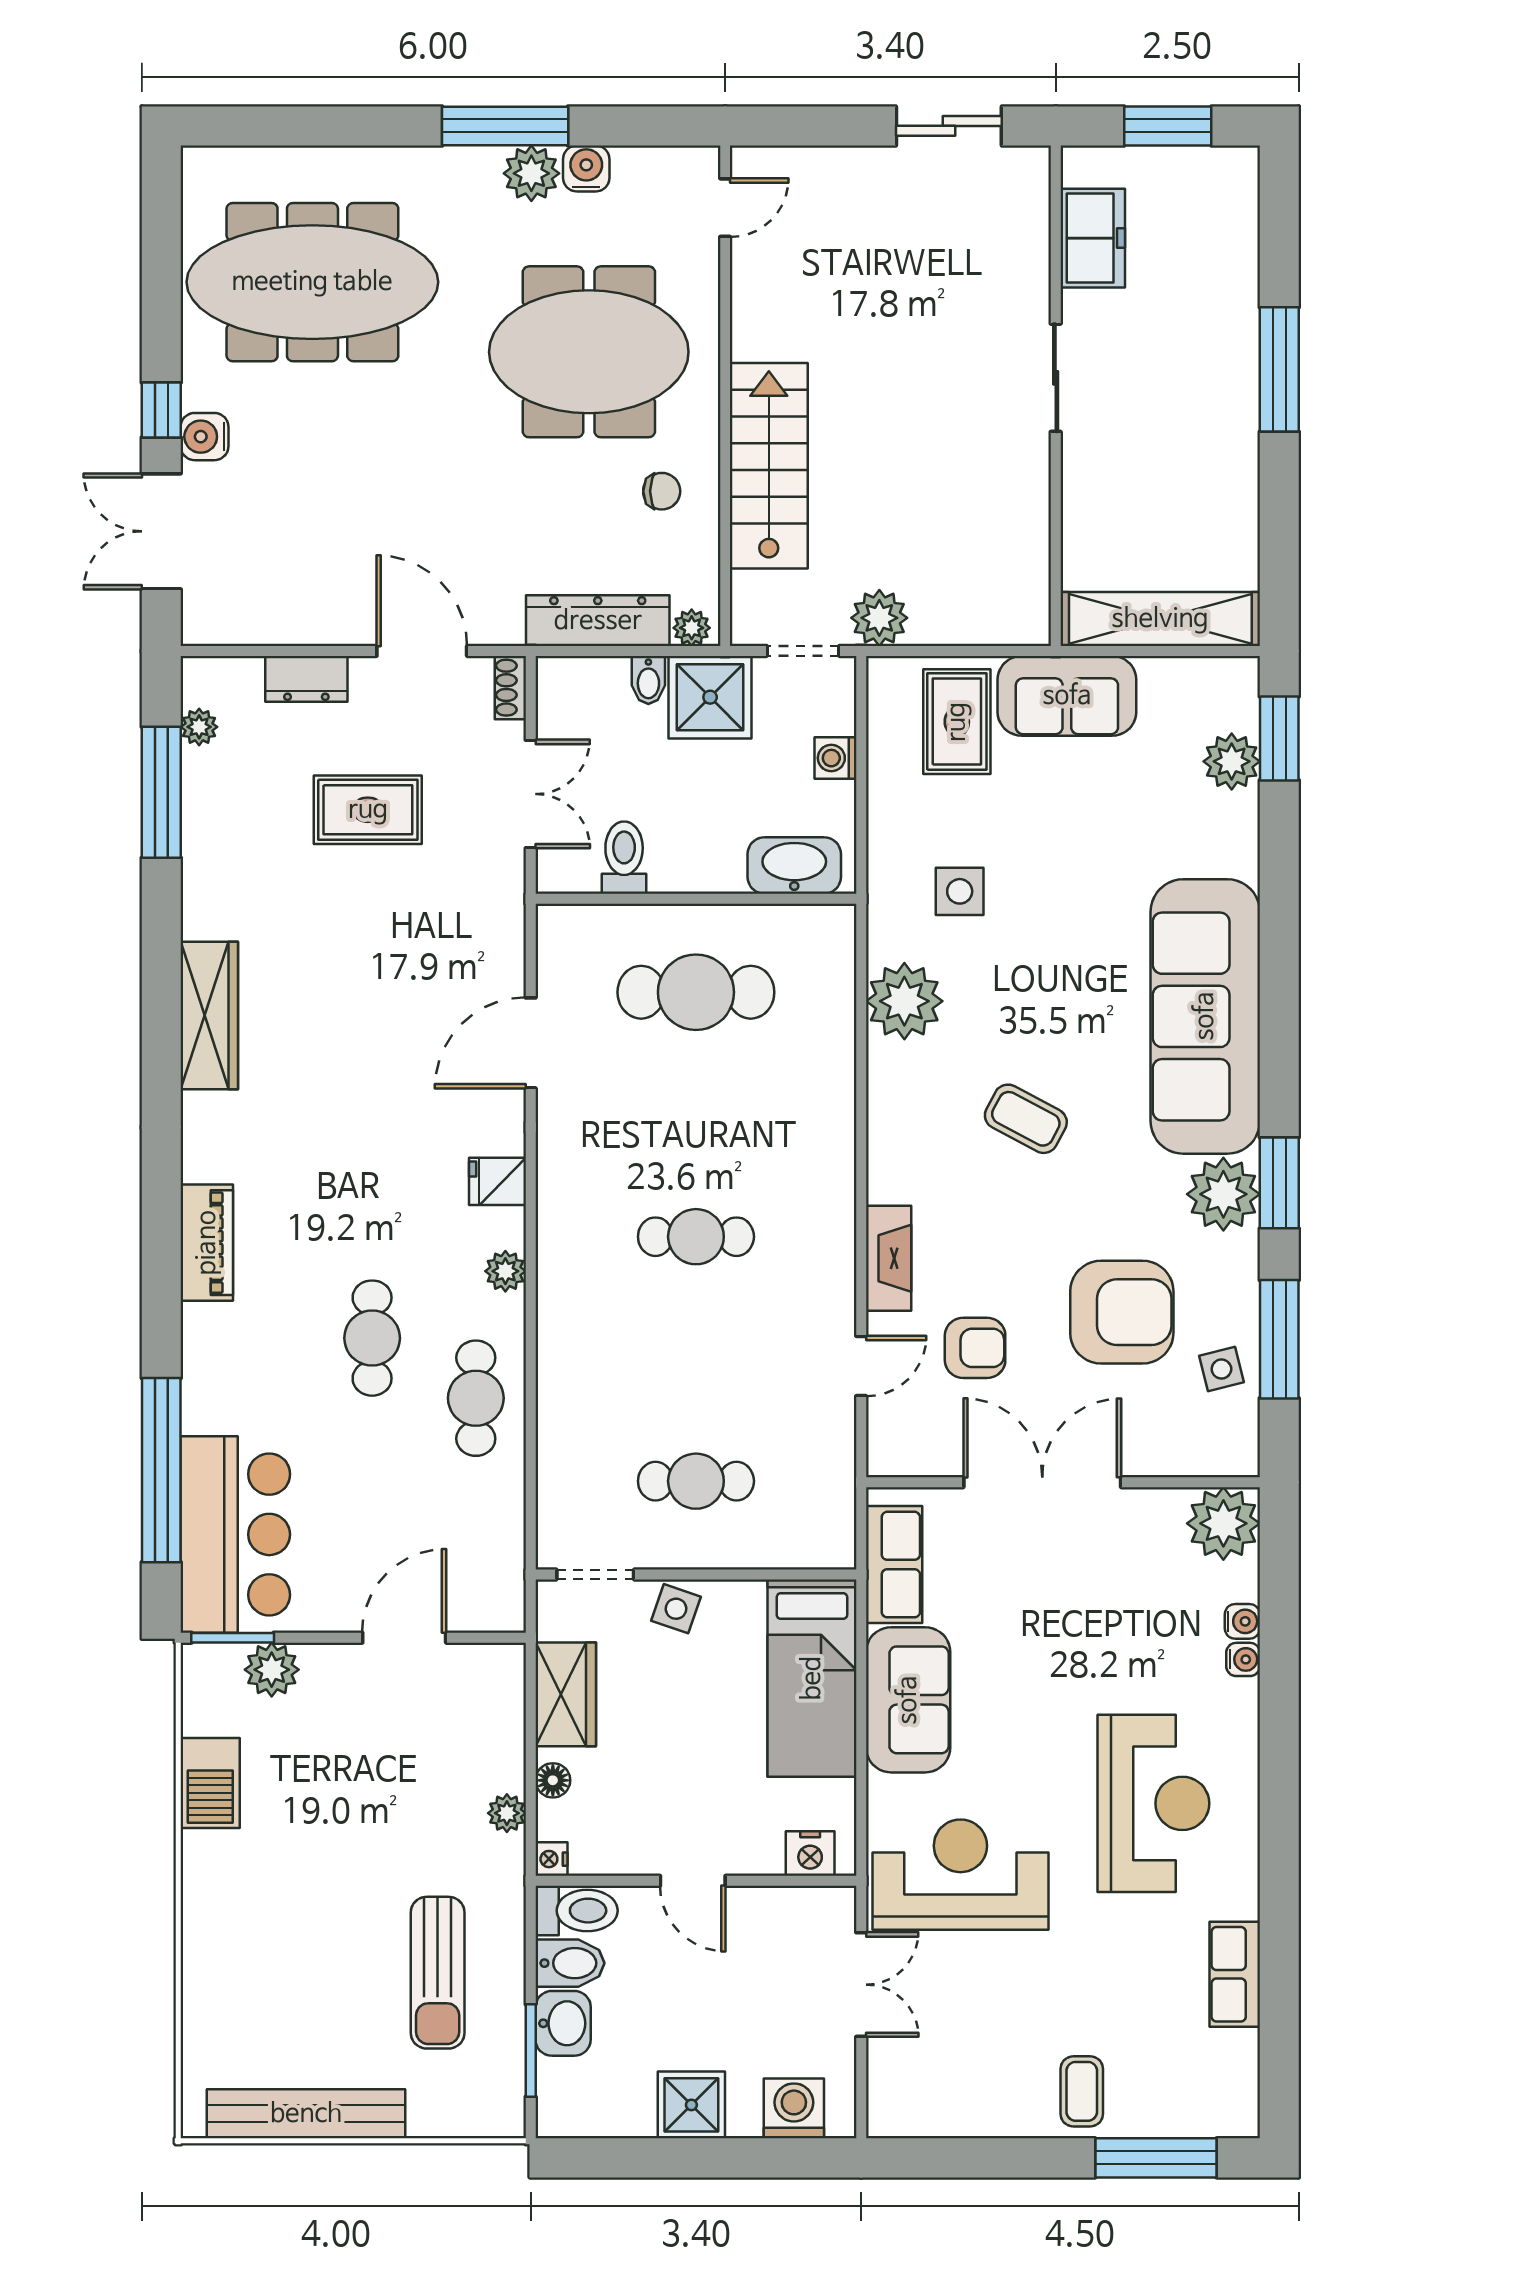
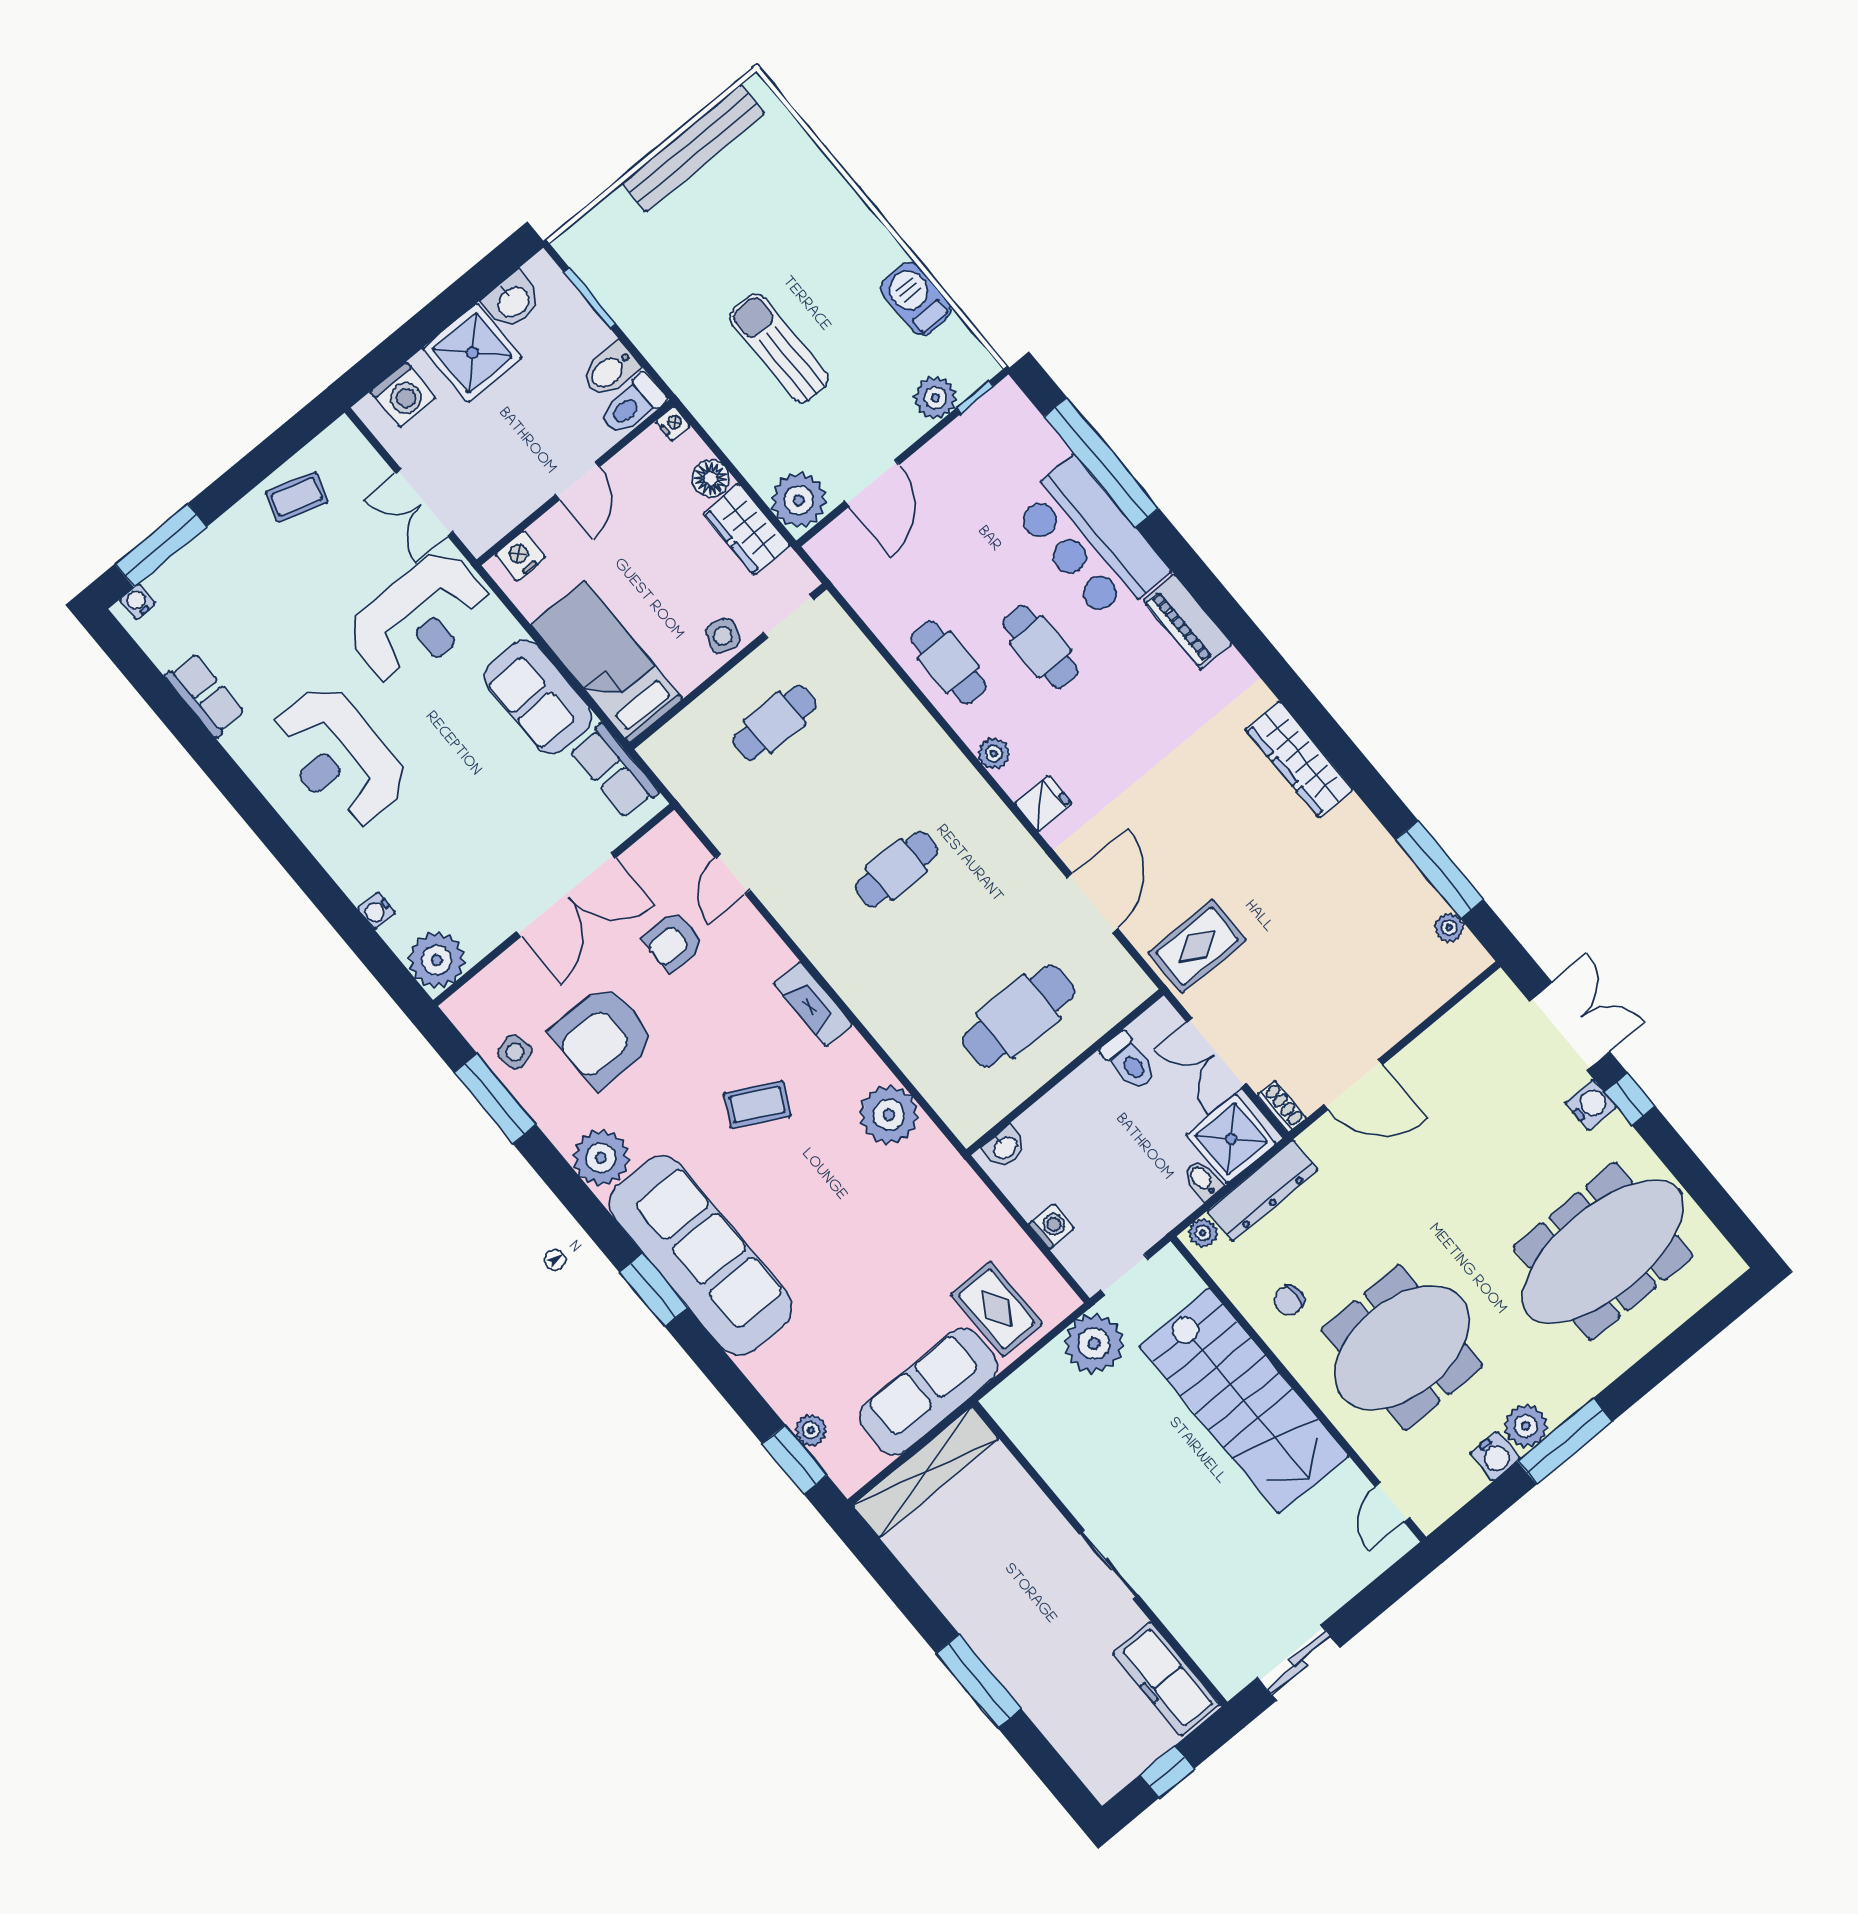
window: (1168, 126) -> (1167, 1772), width x0.67
freezer: (1093, 238) -> (1166, 1679), width x1.40
stairs: (769, 466) -> (1244, 1401), width x1.36, depth x1.51
plant: (879, 618) -> (1094, 1344), width x1.36, depth x1.36
dresser: (306, 679) -> (1409, 1010), removed
sofa: (1067, 696) -> (928, 1392), width x1.36
shower: (710, 697) -> (1231, 1139), moved
plant: (1232, 761) -> (811, 1430), width x0.73, depth x0.73
rug: (368, 810) -> (1197, 946), moved
washbasin: (794, 866) -> (1005, 1147), width x0.52, depth x0.69
side table: (960, 891) -> (910, 1208), removed
window: (1279, 1183) -> (654, 1290), moved
fireplace: (889, 1258) -> (813, 1004), moved
bar counter: (235, 1534) -> (1090, 540), moved
window: (233, 1638) -> (975, 397), width x0.67
water cooler: (1243, 1659) -> (137, 602), moved, turned 90
floor lamp: (553, 1780) -> (711, 478), width x1.37, depth x1.37
plant: (507, 1813) -> (799, 500), moved, width x1.88, depth x1.88
door: (693, 1881) -> (577, 481), swing flipped
sun lounger: (438, 1973) -> (779, 348), moved
washbasin: (563, 2023) -> (513, 301), moved, turned -90
coffee table: (1082, 2091) -> (297, 497), moved, turned -72
shower: (691, 2105) -> (472, 353), width x1.36, depth x1.36

